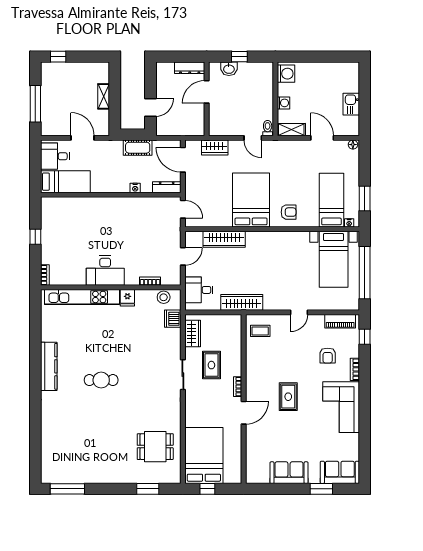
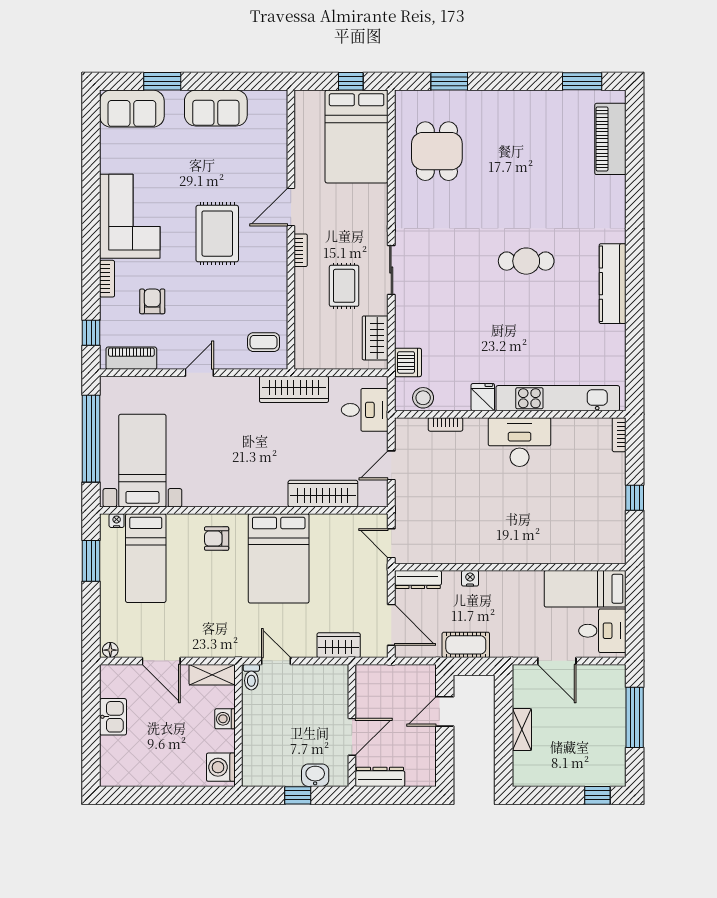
rug: (288, 397) -> (217, 234), width x1.36, depth x1.43
dining table: (155, 447) -> (437, 151), turned 90
piano: (50, 454) -> (610, 139), added
window: (67, 489) -> (582, 81), width x0.69

